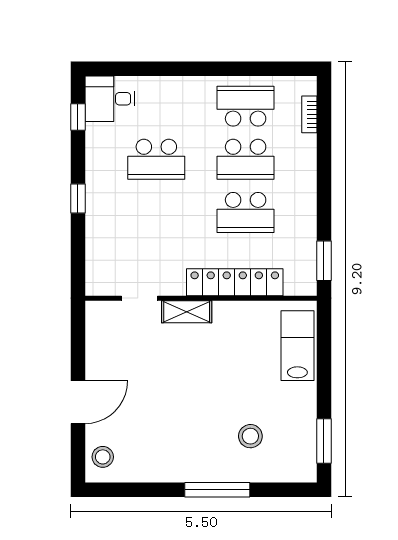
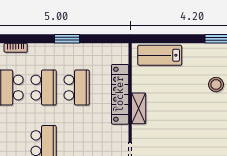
window: (324, 261) -> (67, 39), moved
shelving: (187, 312) -> (139, 108), moved

